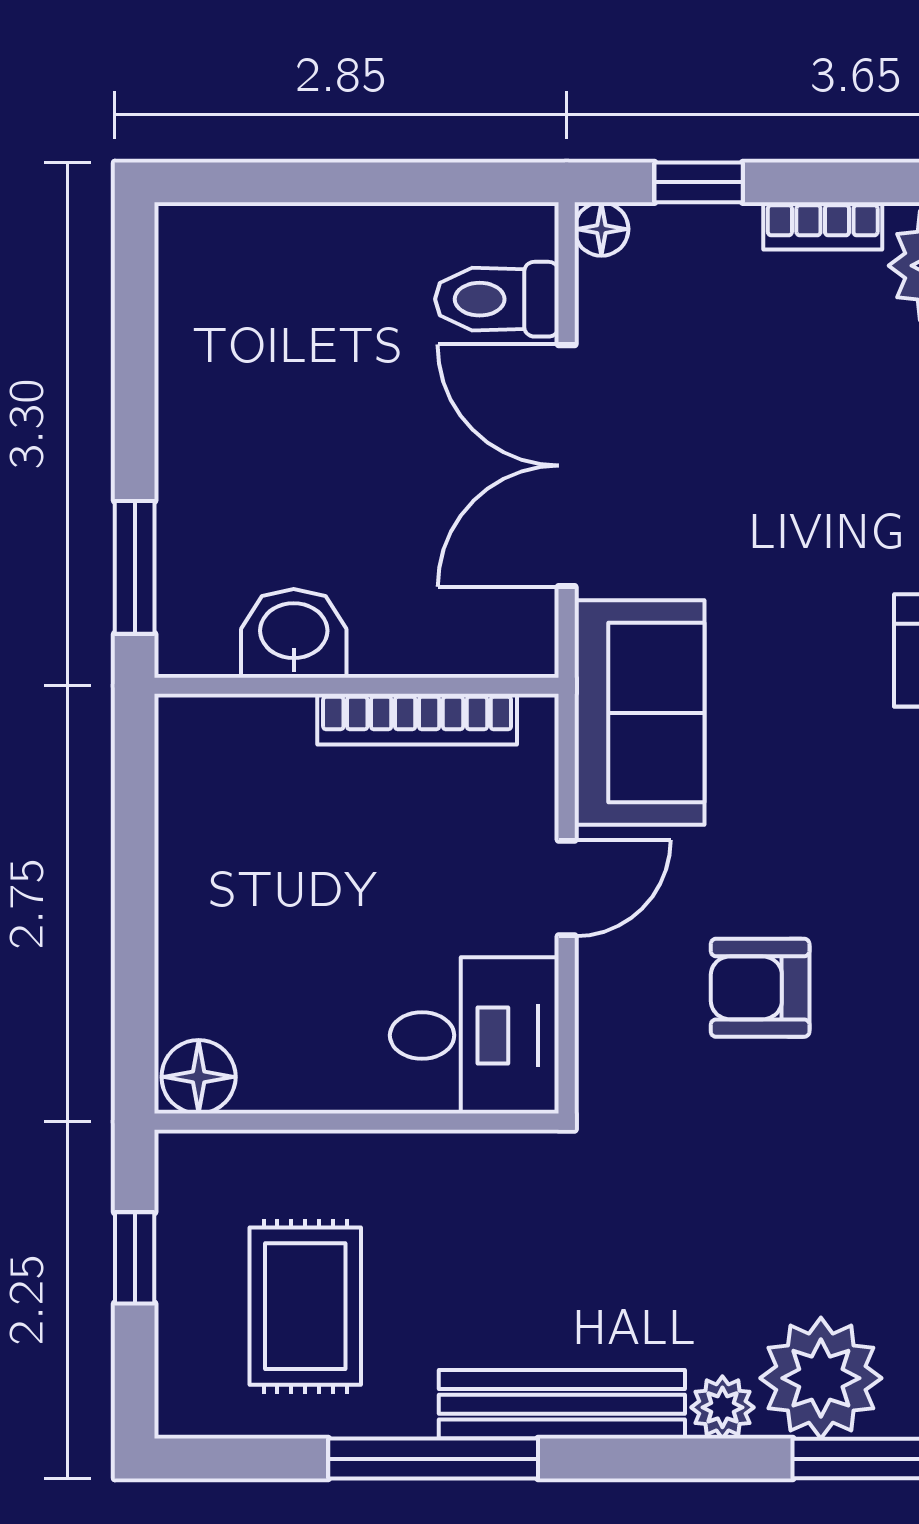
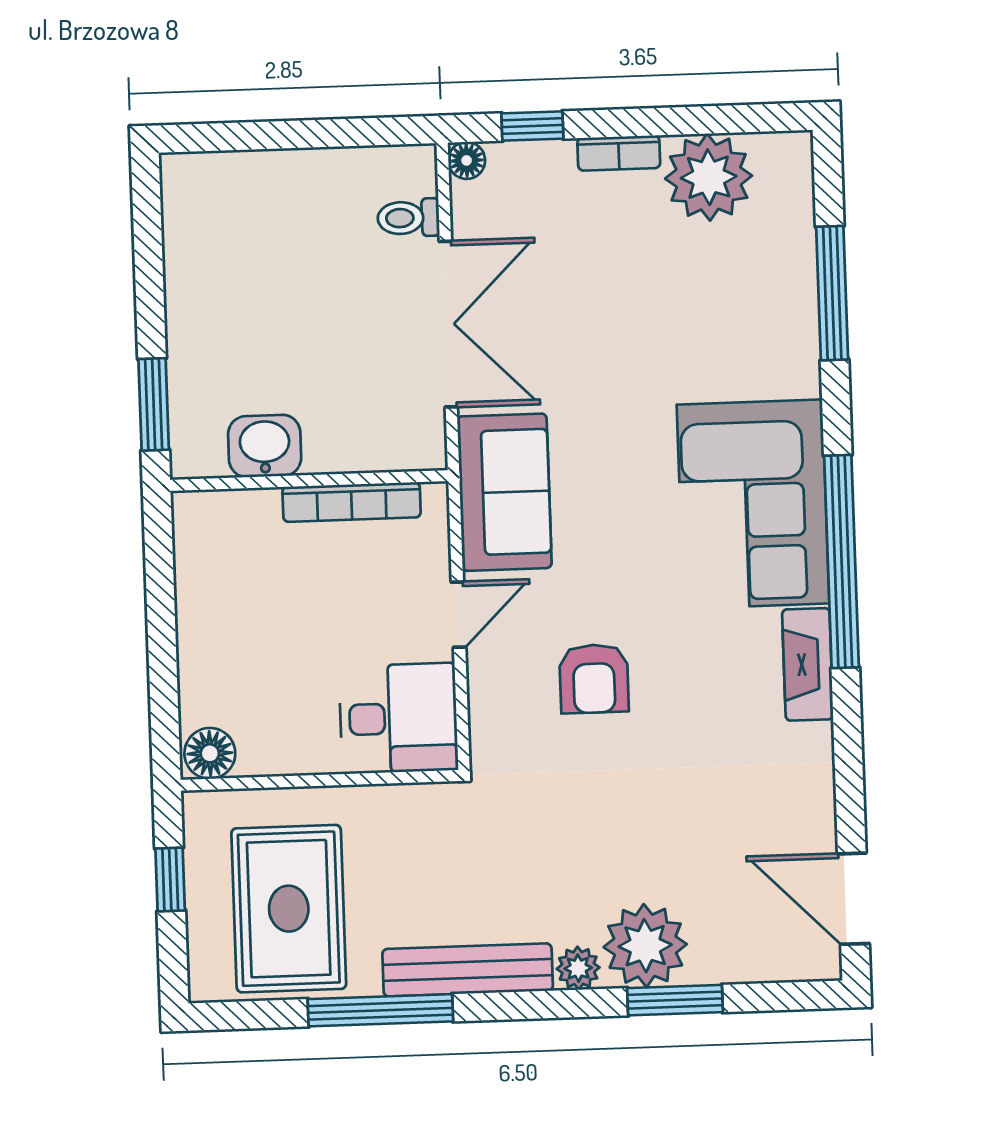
toilet: (497, 299) -> (408, 218), width x0.73, depth x0.72
double door: (567, 466) -> (448, 324), swing flipped
armchair: (760, 988) -> (594, 679), turned -90
rug: (305, 1306) -> (289, 909), width x1.36, depth x1.43

